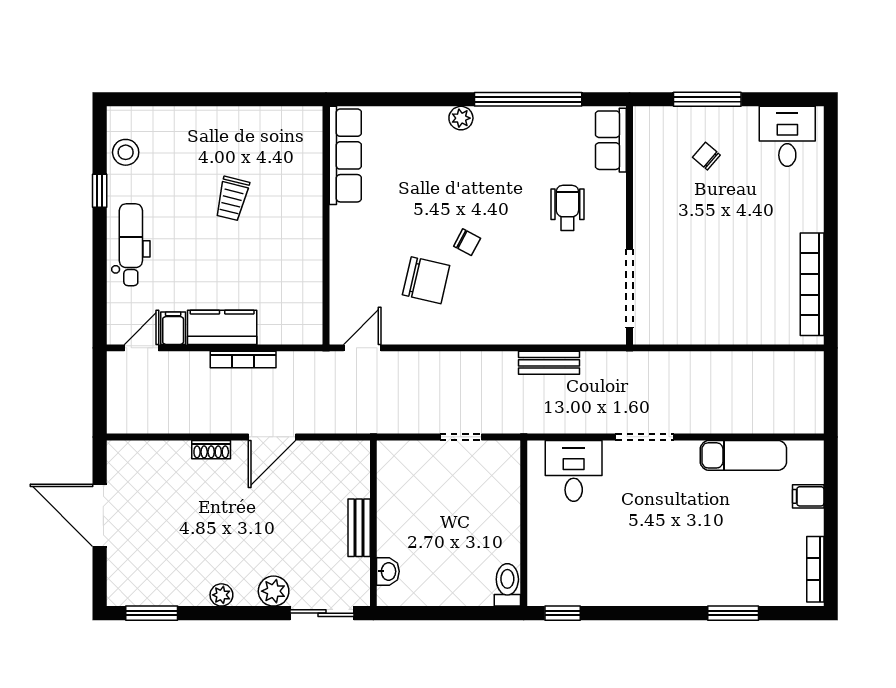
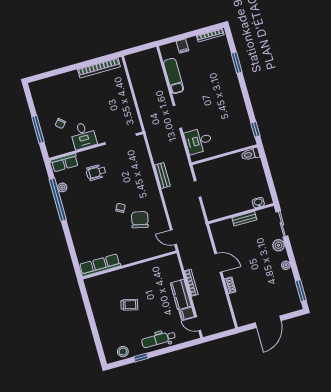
plant: (461, 118) -> (62, 187), moved
desk: (787, 136) -> (83, 135), moved, turned -90
bench: (549, 363) -> (162, 175), moved

